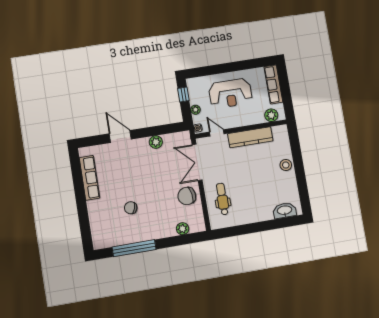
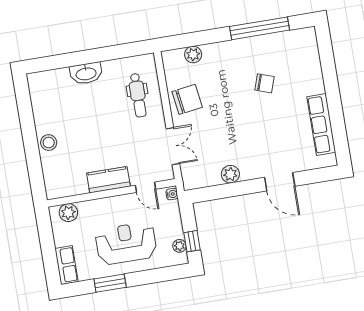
window: (242, 65) -> (110, 283), added
row of seats: (273, 84) -> (66, 265), width x0.68
plant: (196, 110) -> (179, 246), moved
kitchen counter: (250, 137) -> (108, 180), width x0.67
double door: (197, 162) -> (173, 146), width x0.73
washbasin: (285, 211) -> (86, 73), moved

